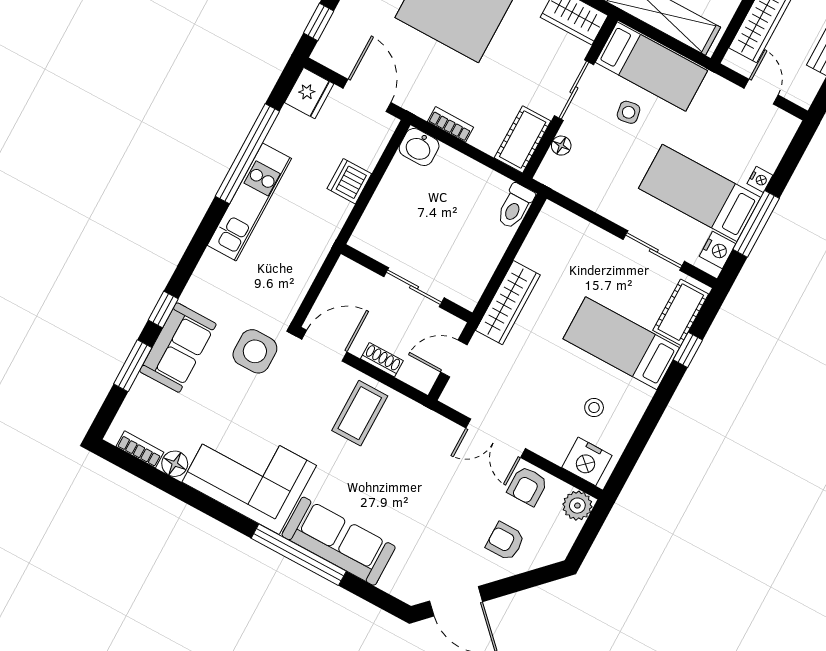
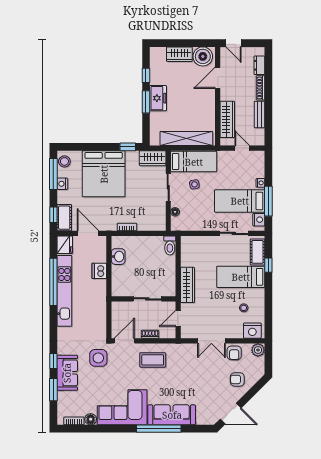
cot: (523, 139) -> (64, 218), moved
washbasin: (419, 147) -> (118, 257), moved, turned -90
kitchen unit: (249, 202) -> (64, 291), width x1.36
coffee table: (360, 413) -> (153, 360), turned 90

